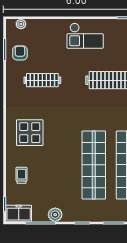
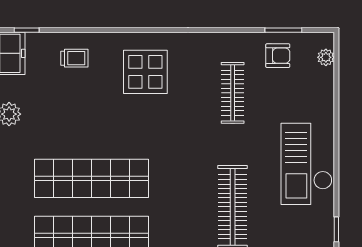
checkout: (85, 36) -> (307, 164), width x1.36, depth x1.21

